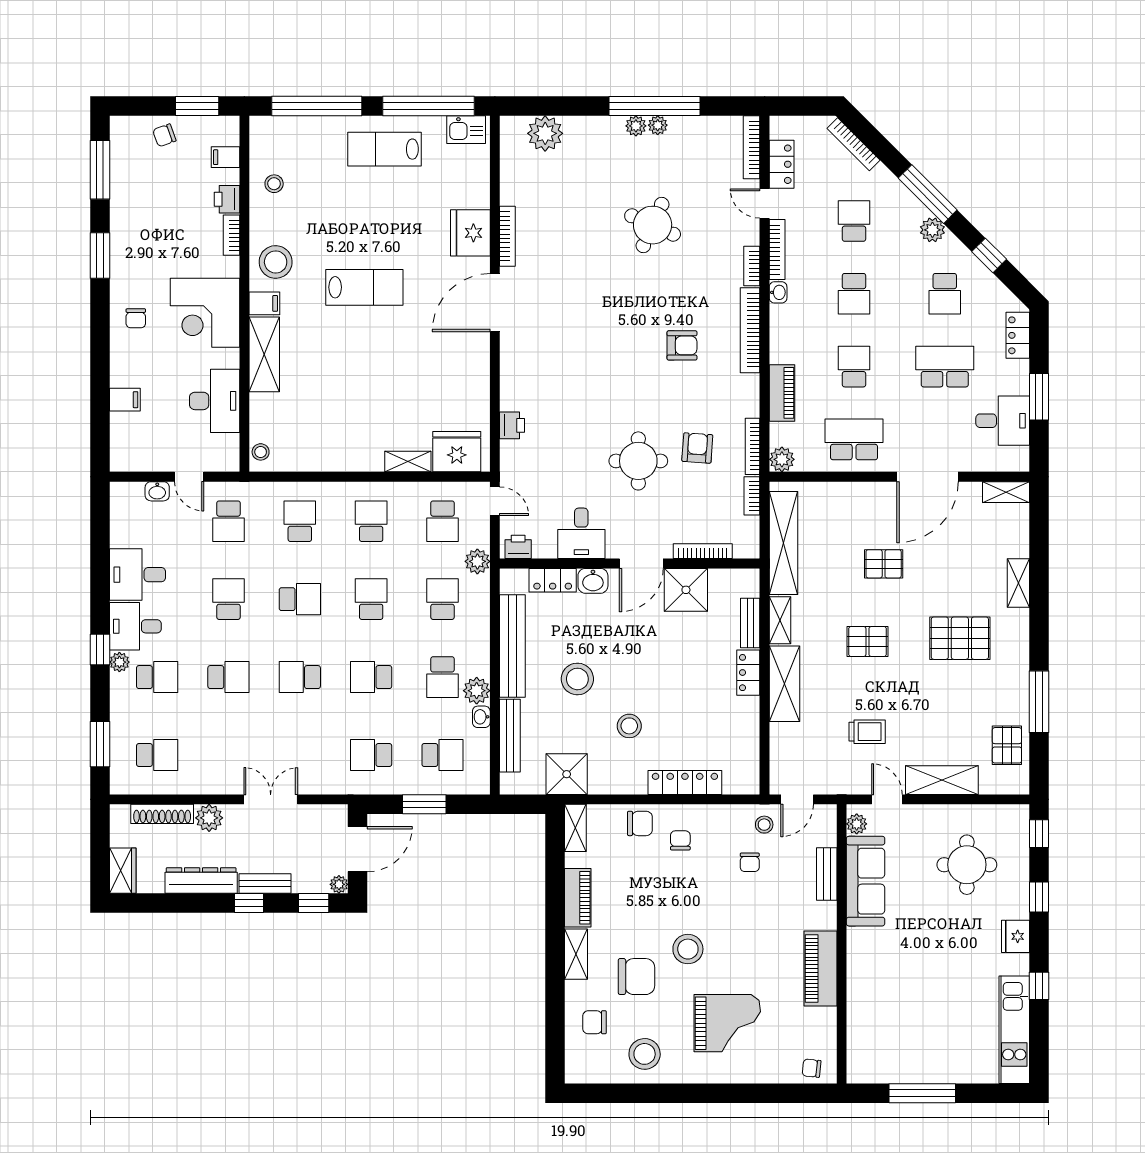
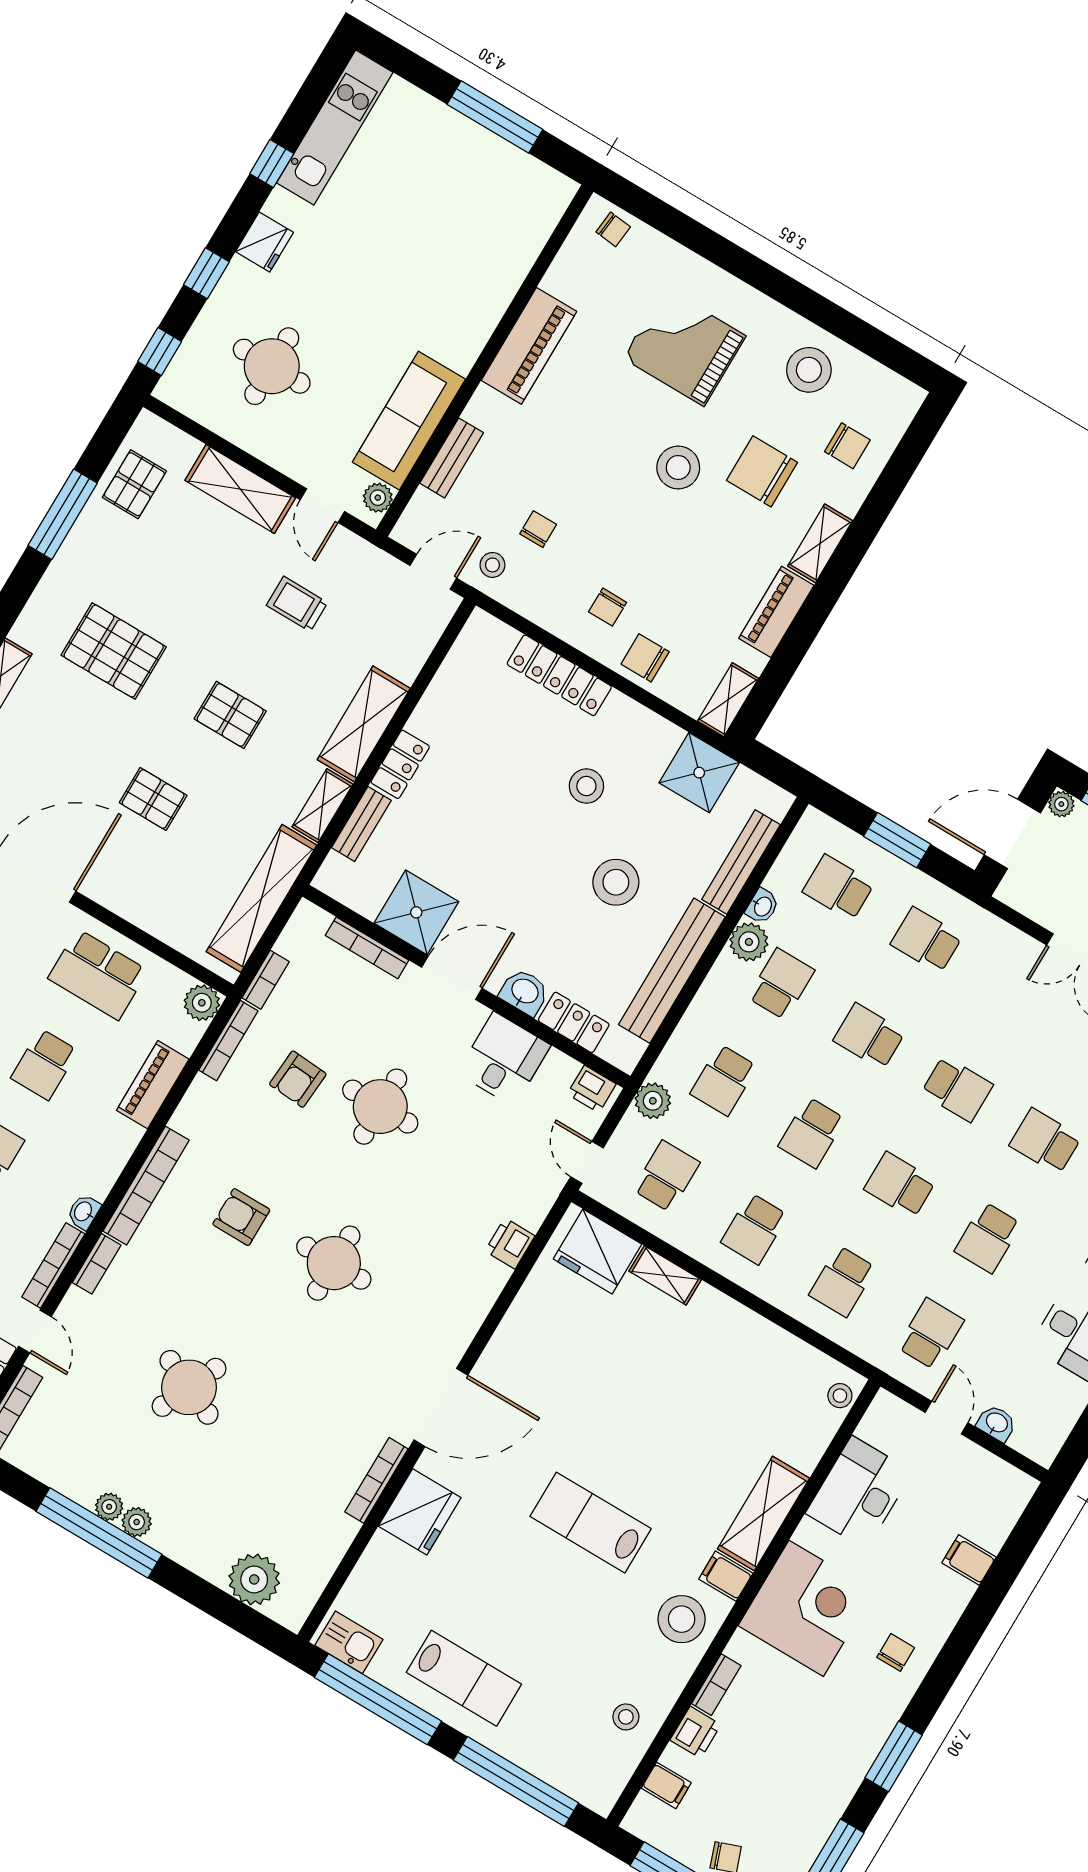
round table: (610, 351) -> (334, 1263), added
school desk: (371, 677) -> (869, 1036), turned 180
school desk: (371, 755) -> (926, 940), turned 180

